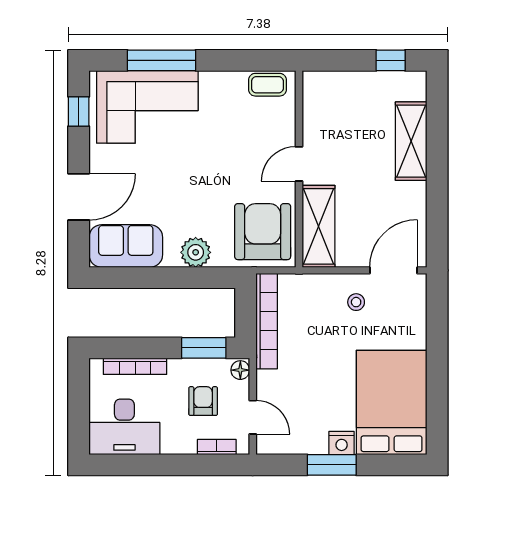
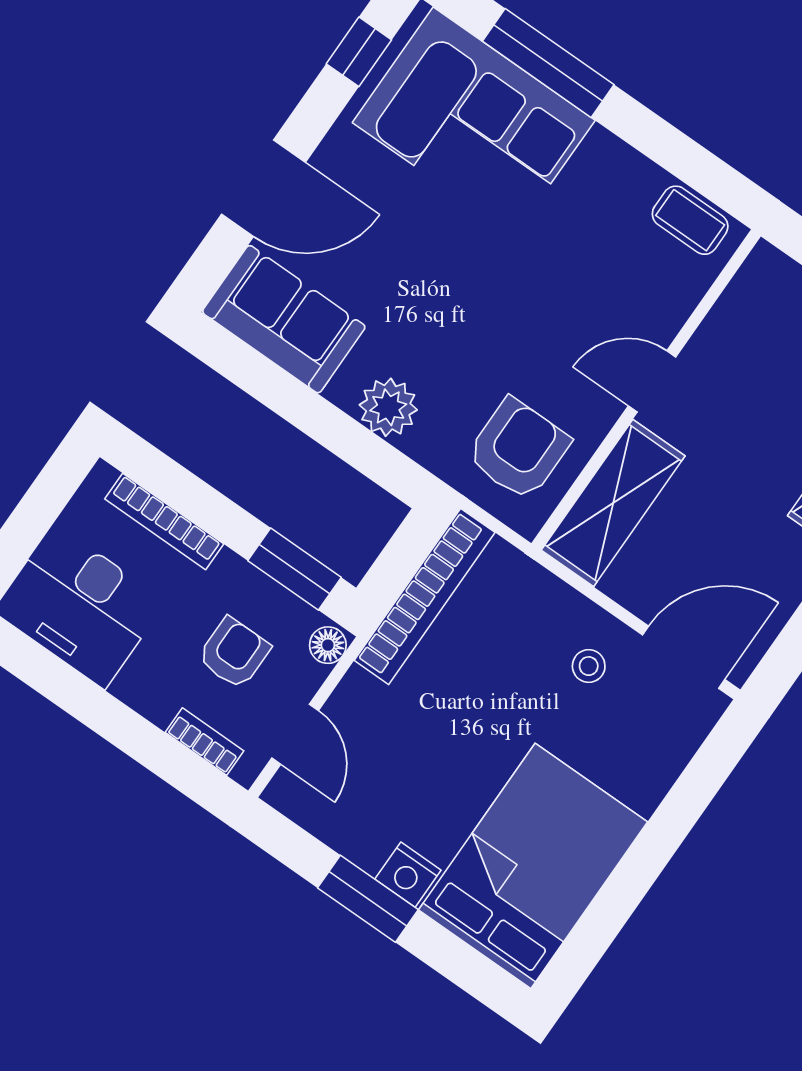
armchair: (263, 232) -> (518, 449), width x0.73, depth x0.73

